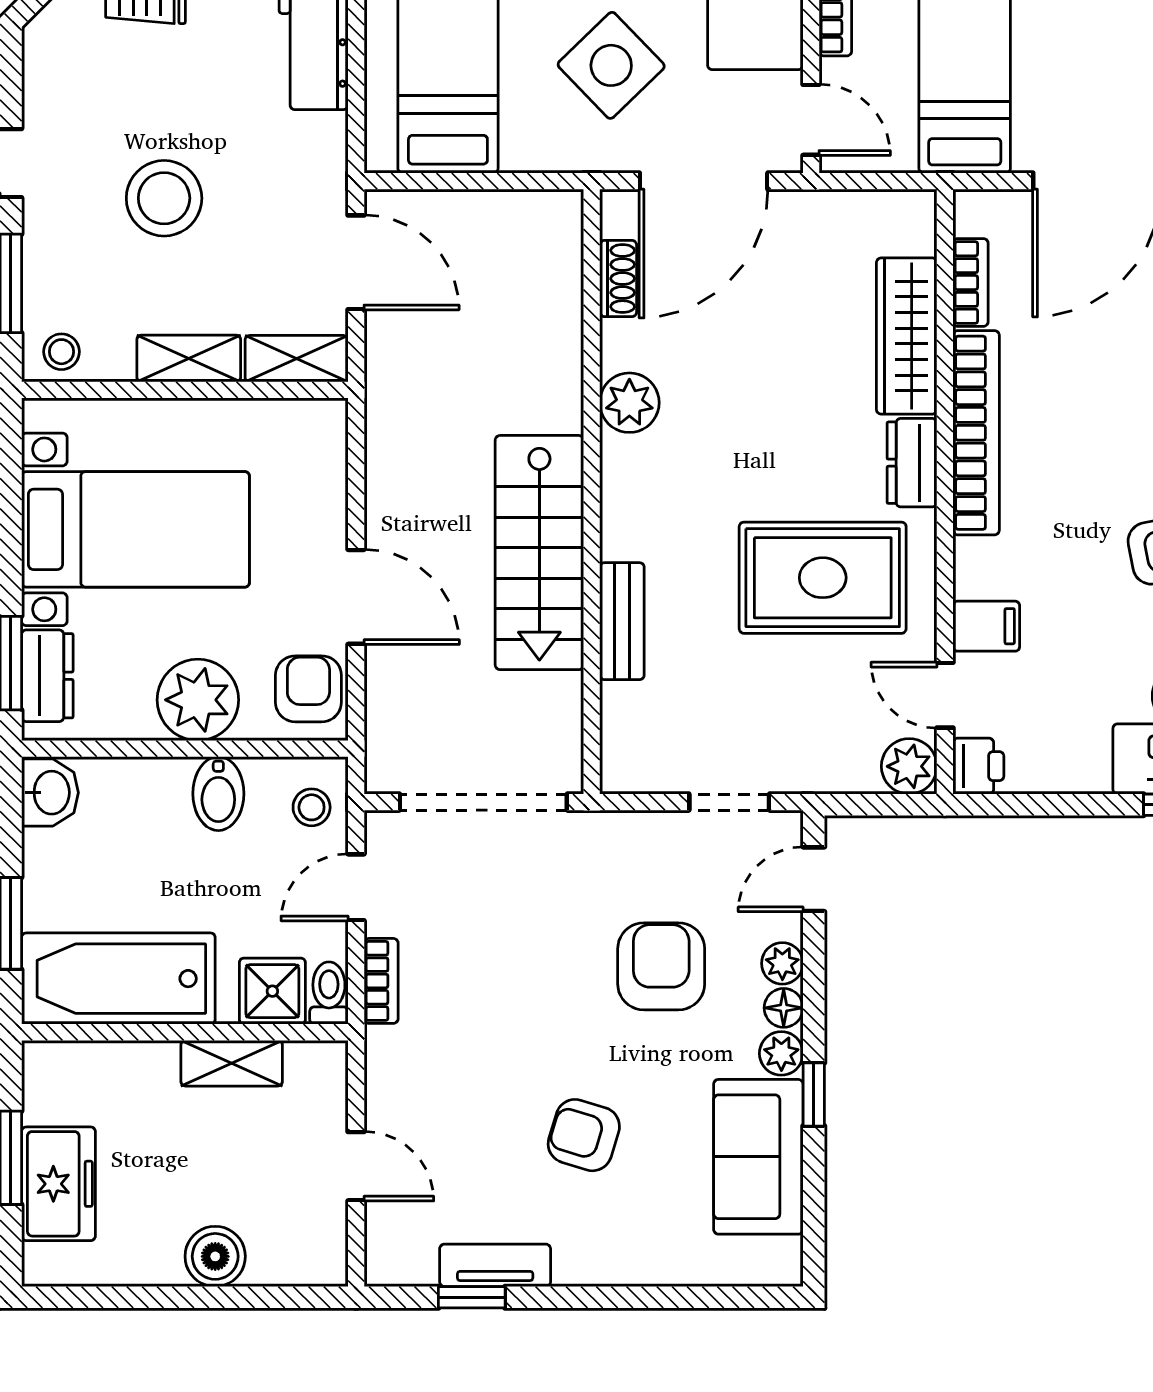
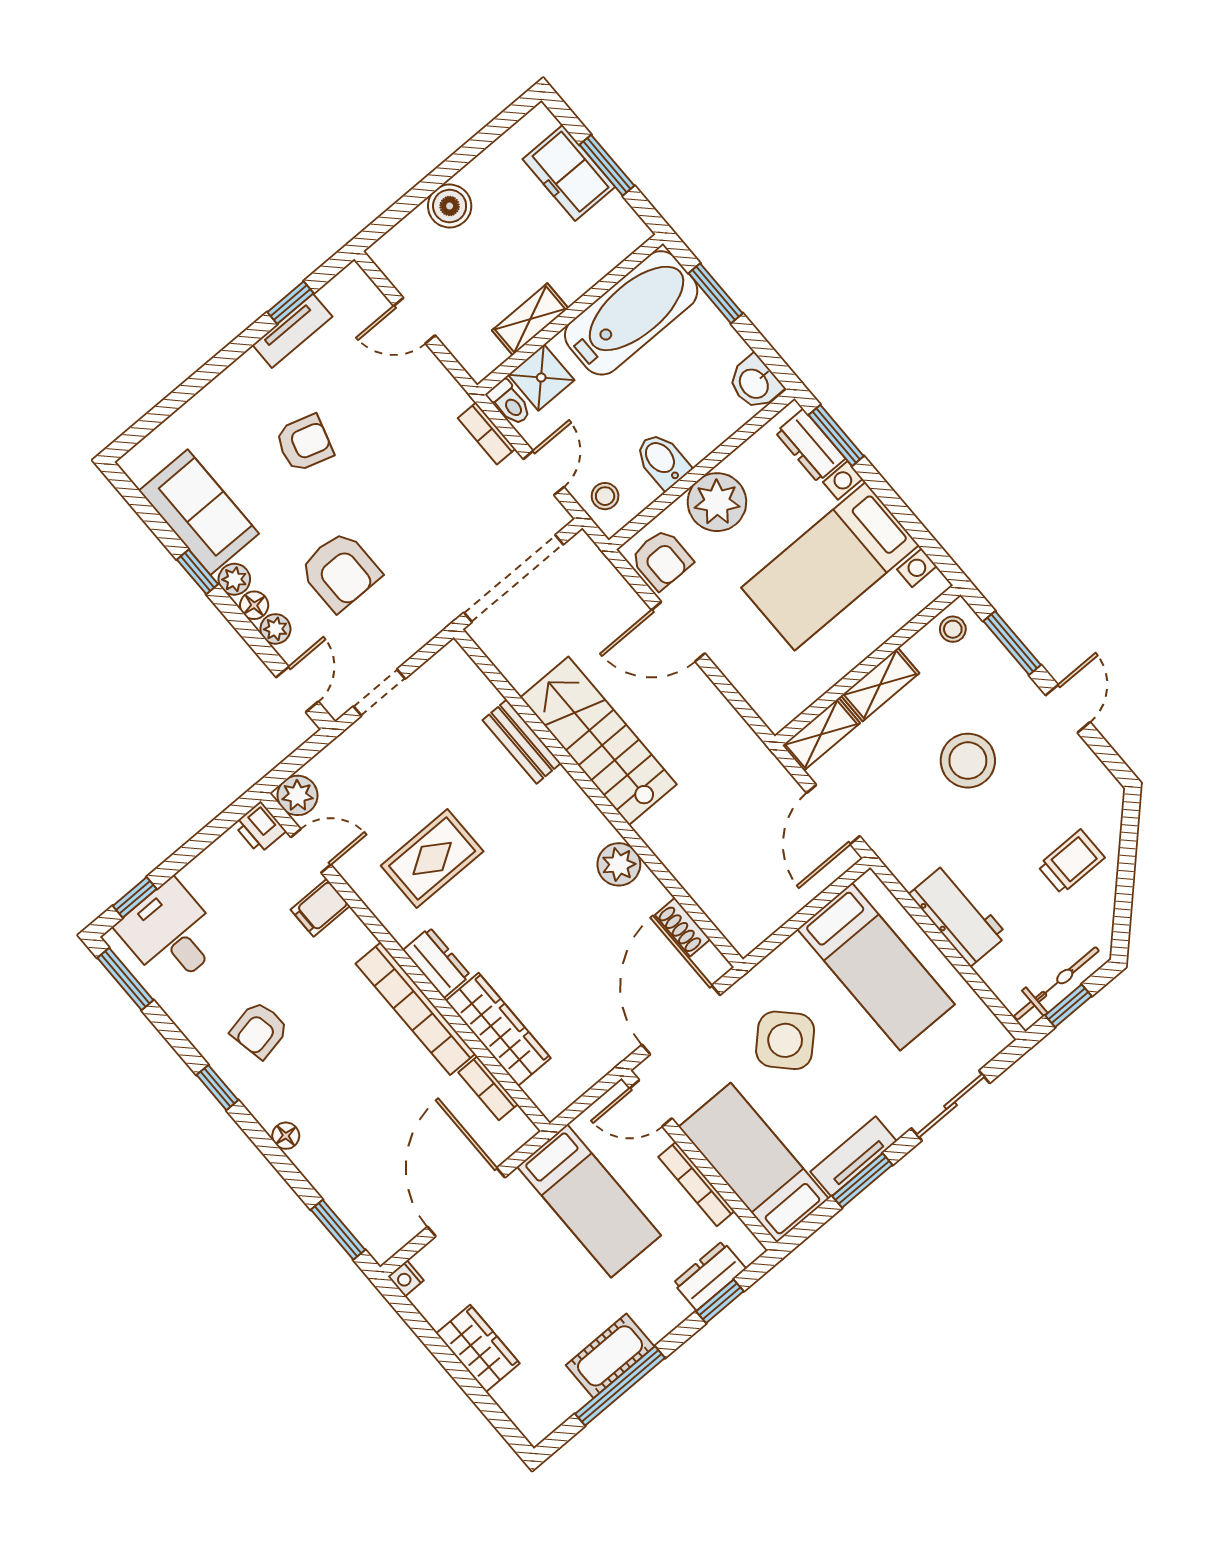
door: (356, 262) -> (833, 814), hinge flipped
rug: (823, 578) -> (432, 858), width x0.73, depth x0.70

